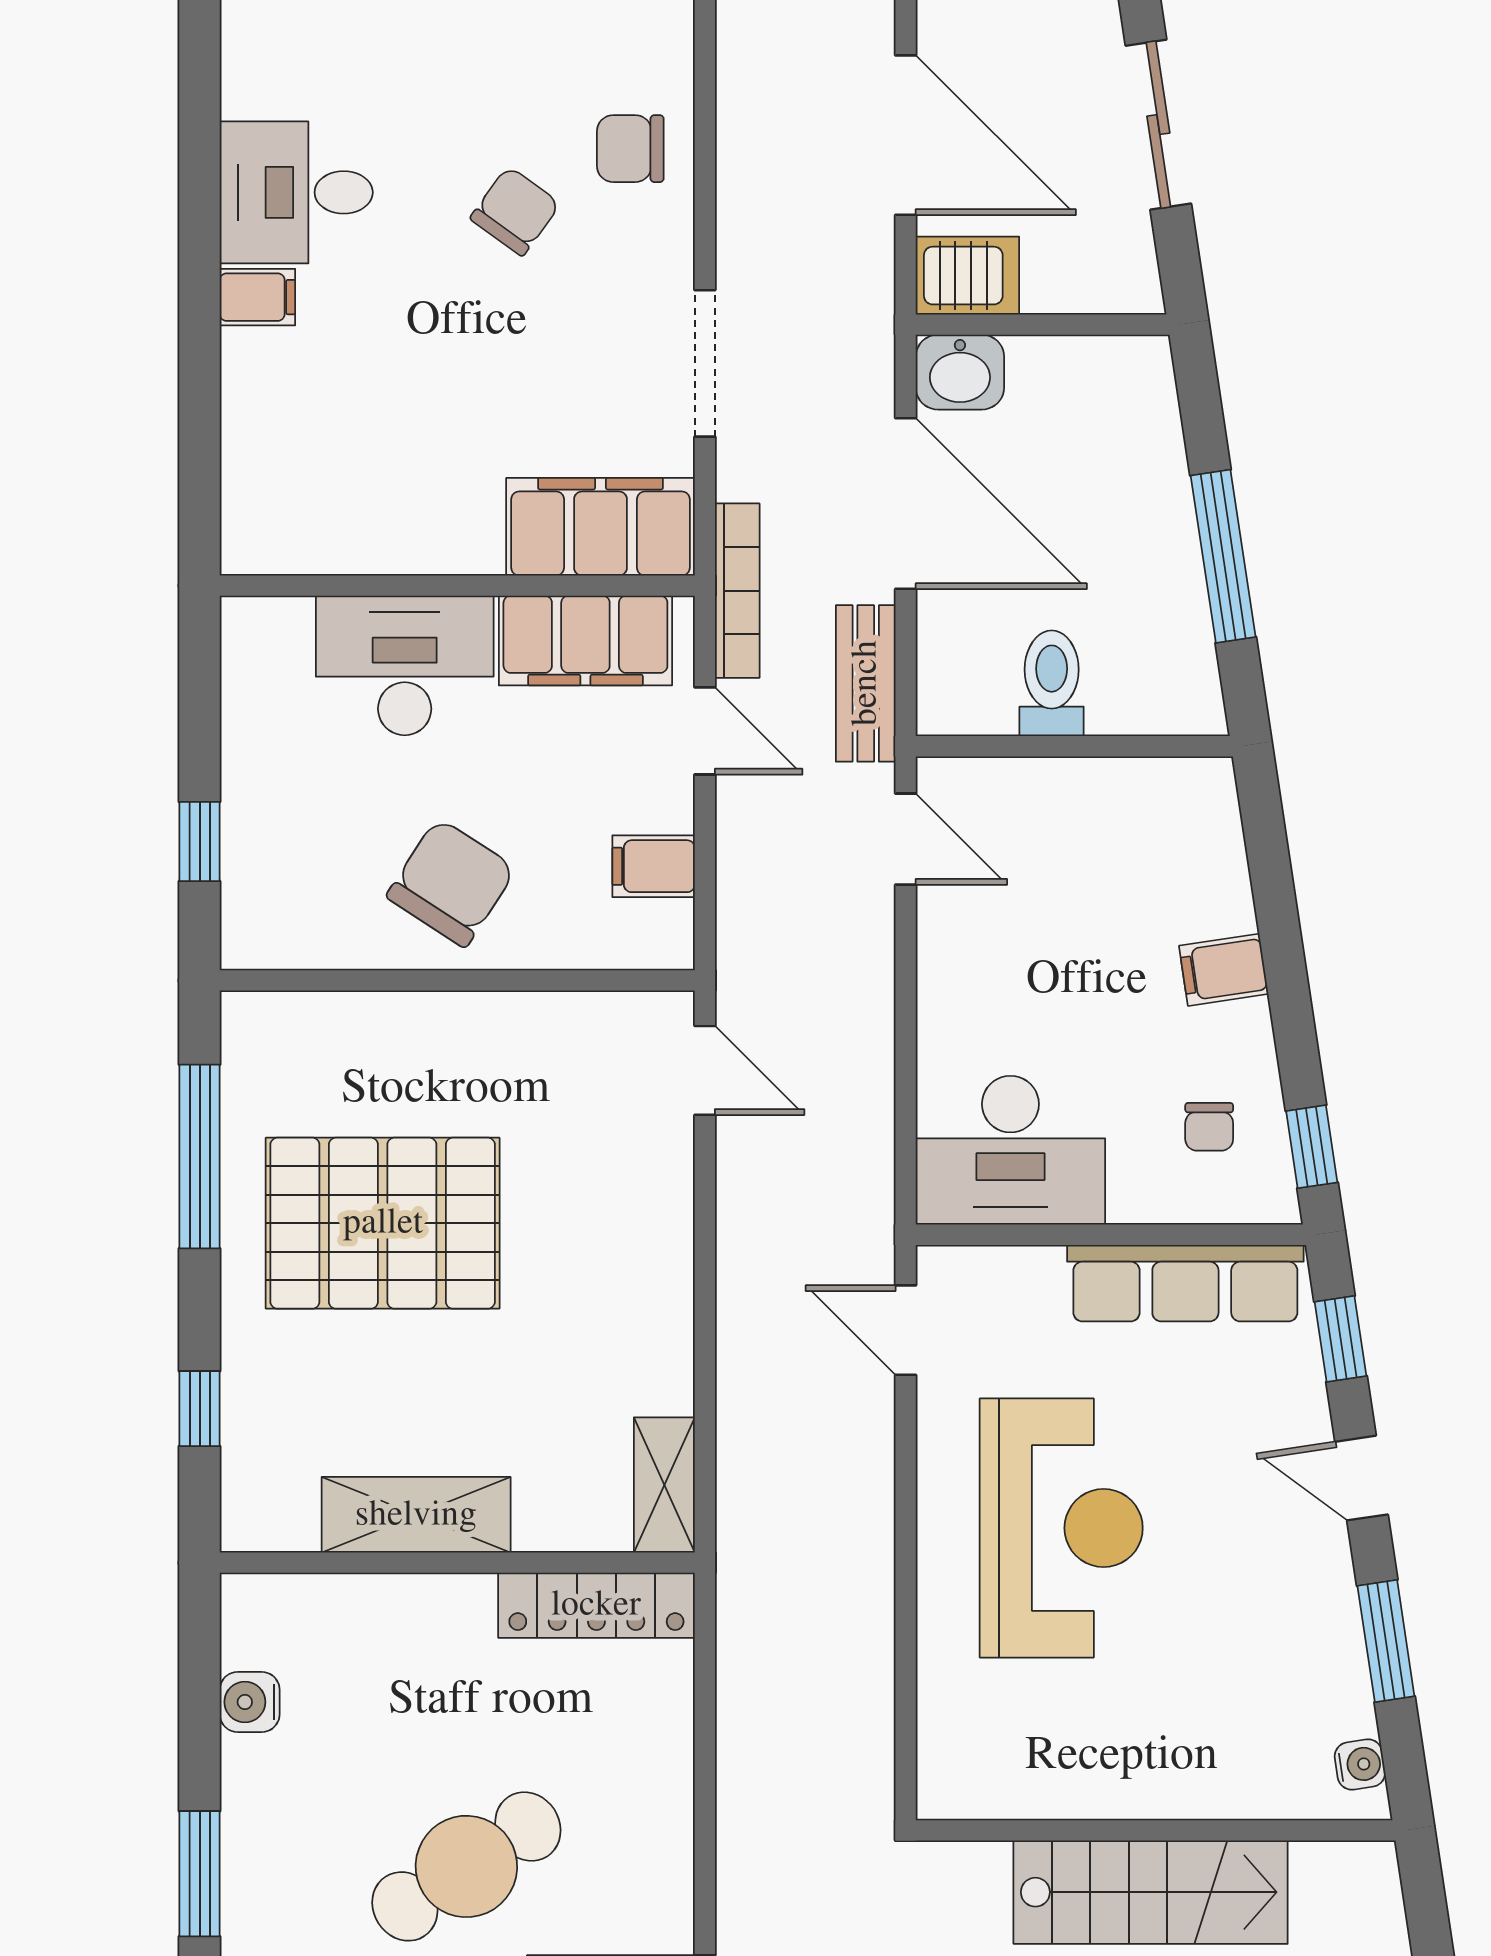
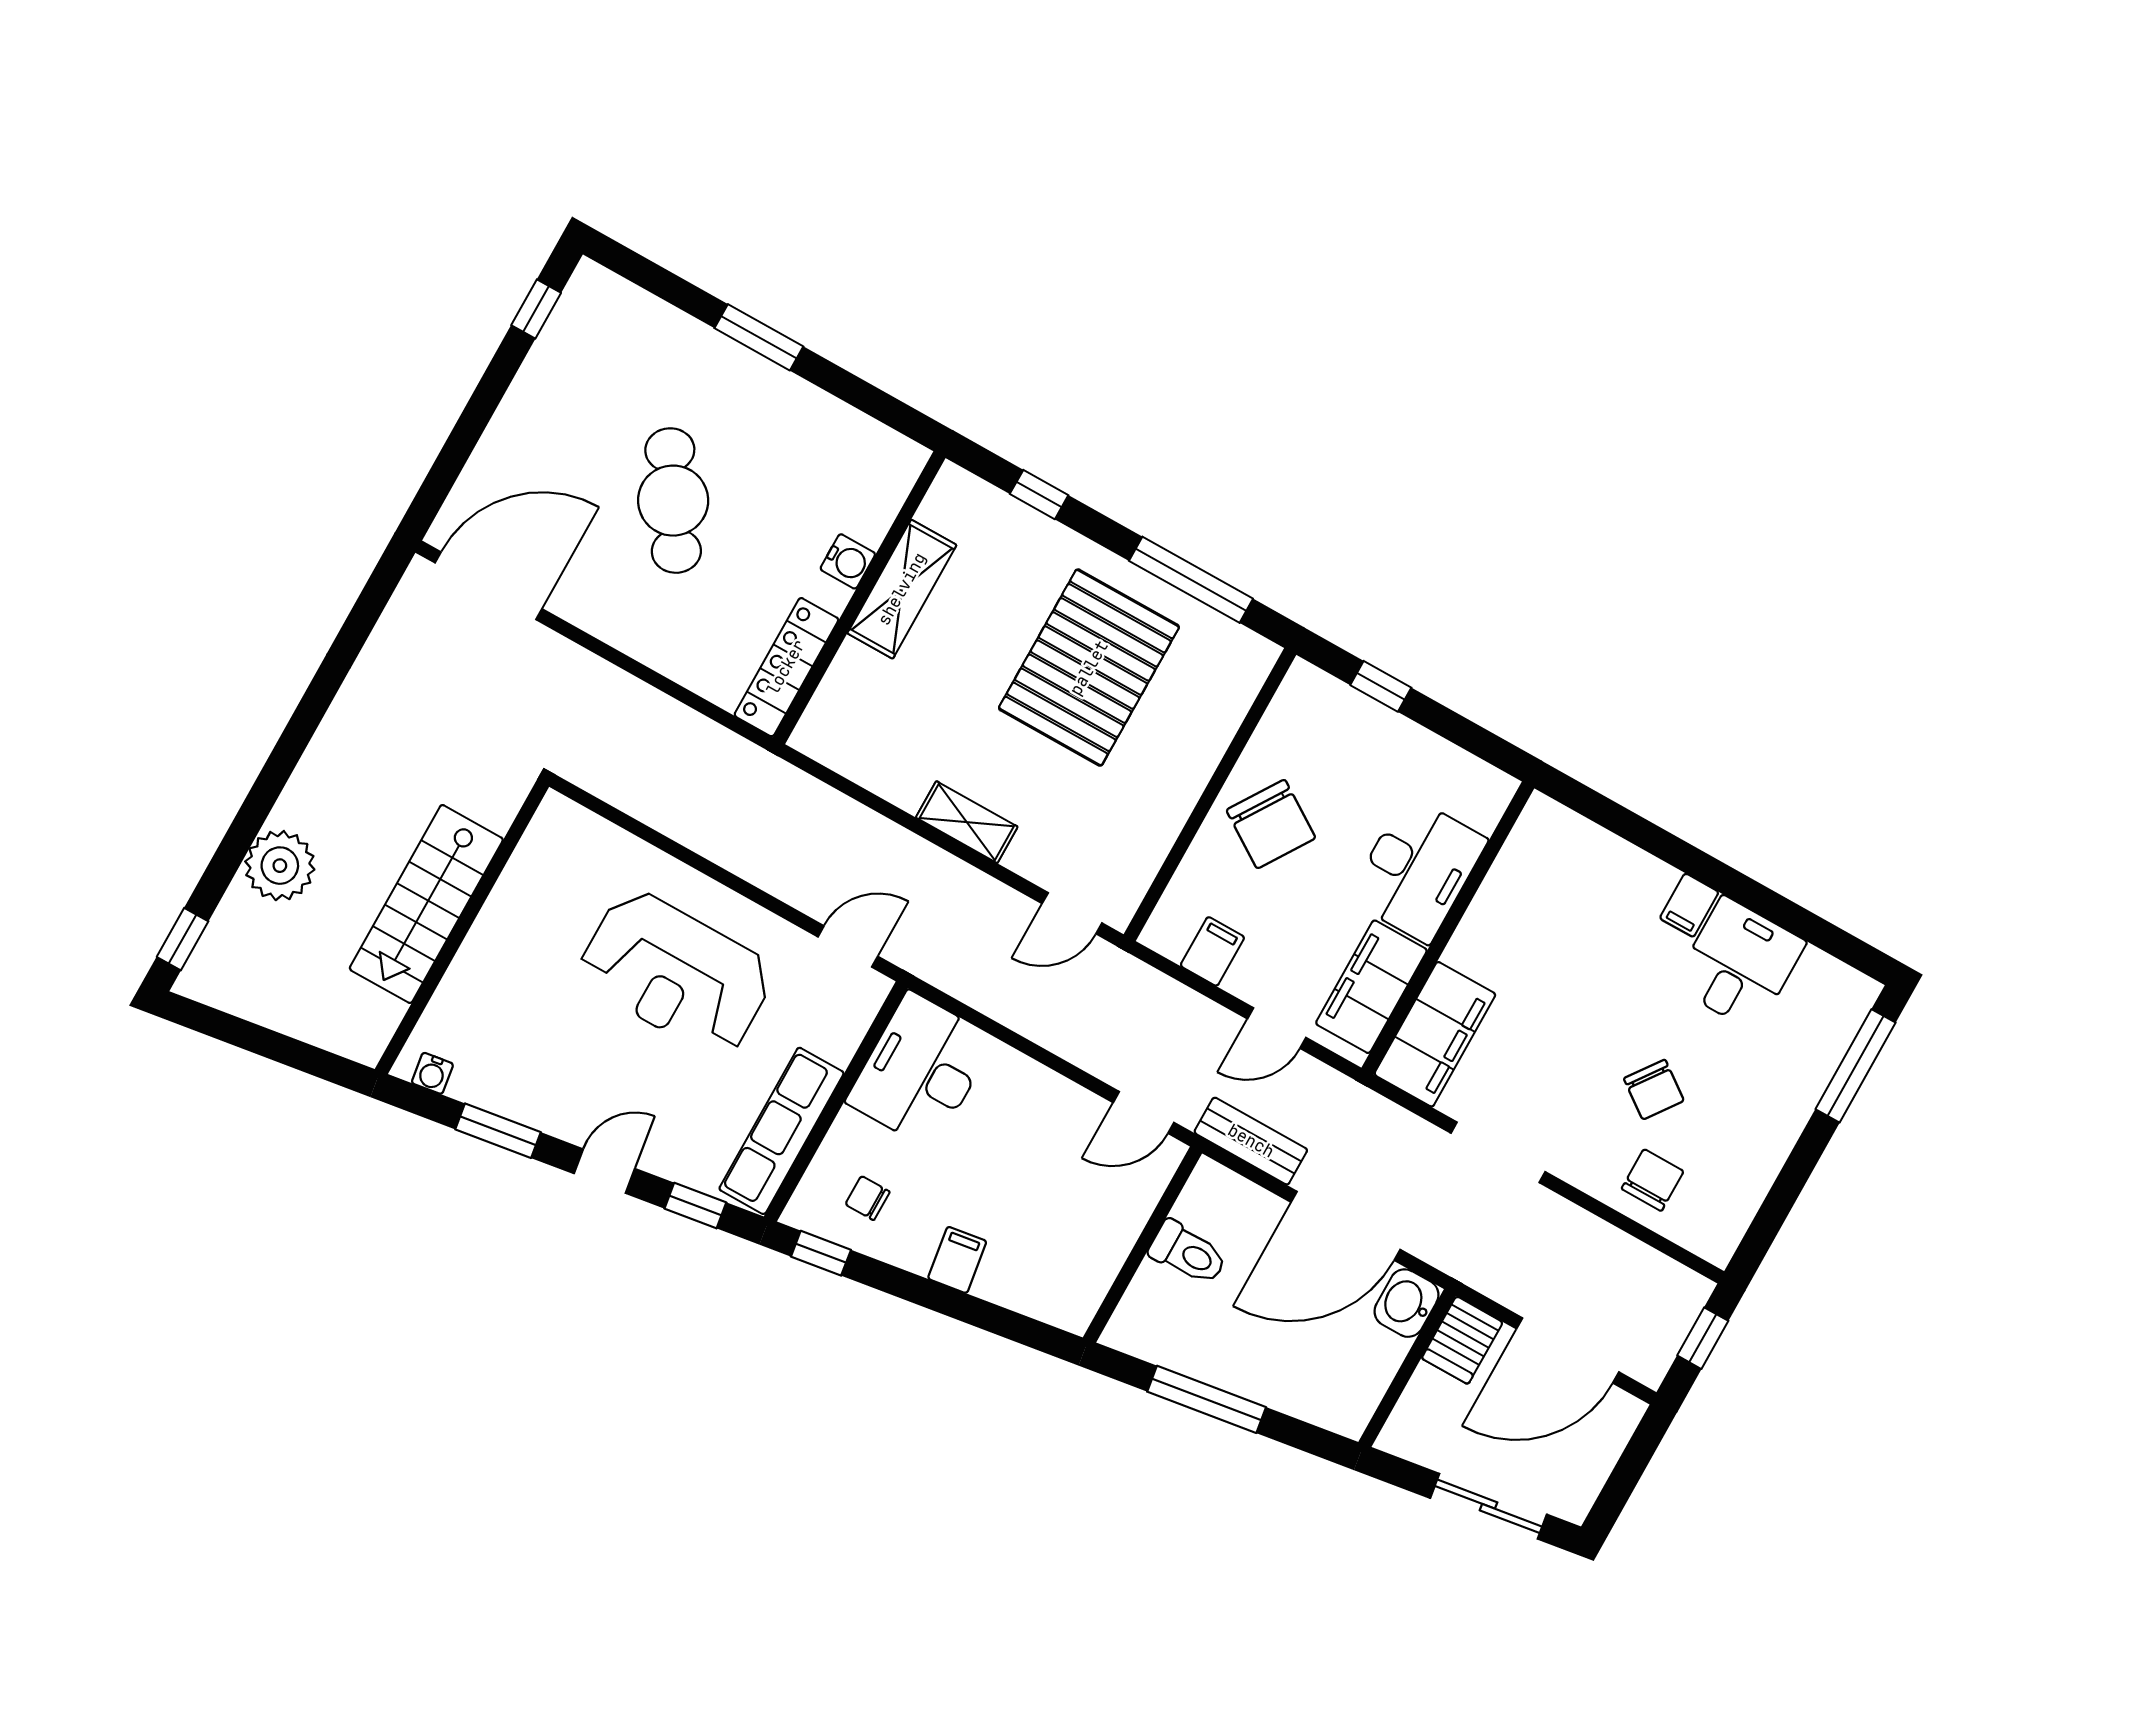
bookcase: (737, 591) -> (1350, 1095), removed
shelving: (664, 1485) -> (967, 822), moved
water cooler: (250, 1702) -> (848, 561), moved, turned 90

